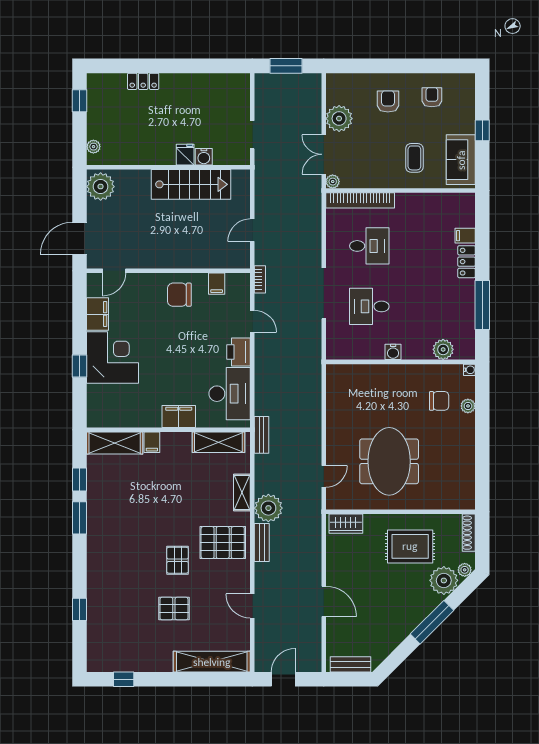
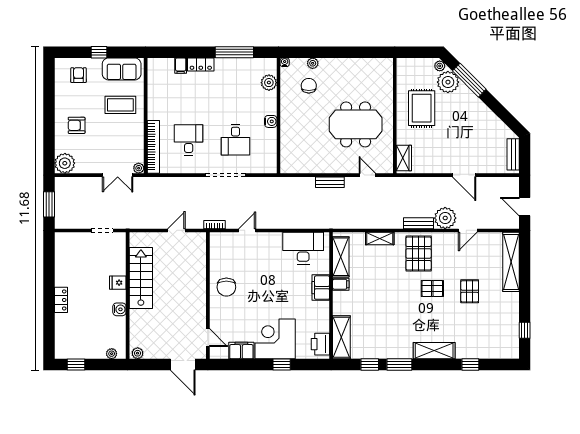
locker: (143, 81) -> (61, 300), moved
armchair: (432, 97) -> (79, 75), moved, turned 90
plant: (339, 119) -> (65, 163), moved
water cooler: (204, 157) -> (119, 309), moved
coffee table: (414, 158) -> (120, 105), width x1.36, depth x1.30
plant: (101, 187) -> (138, 353), width x0.53, depth x0.53
door: (252, 230) -> (176, 230), swing flipped
filing cabinet: (217, 284) -> (218, 258), removed
printer: (239, 352) -> (320, 344), moved, turned 90
bench: (262, 435) -> (330, 182), moved
filing cabinet: (152, 442) -> (341, 284), moved
plant: (268, 508) -> (445, 218), moved
shoe rack: (469, 533) -> (411, 63), removed
shelving: (97, 563) -> (434, 351), added
door: (324, 601) -> (464, 175), swing flipped
window: (432, 622) -> (469, 80), moved

